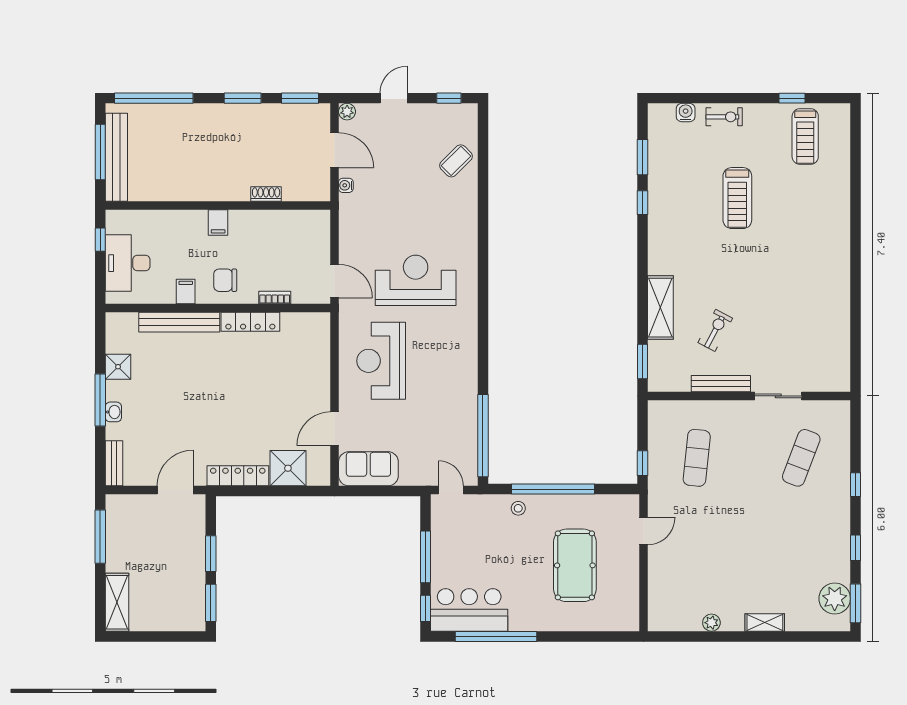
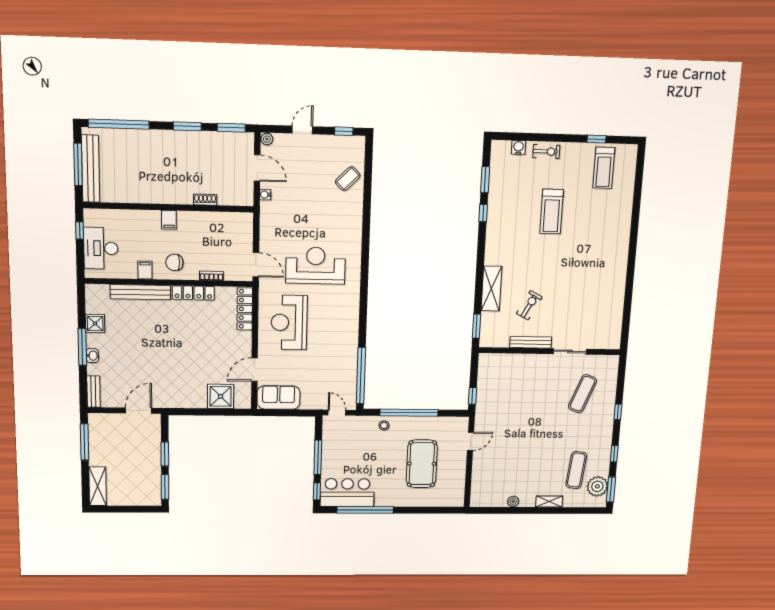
exercise mat: (697, 458) -> (576, 470), moved
locker: (238, 476) -> (245, 309), moved, turned -90

